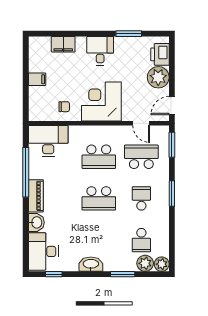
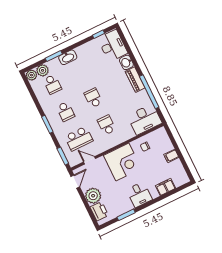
school desk: (99, 157) -> (107, 125), width x0.54
school desk: (99, 198) -> (93, 98), width x0.54
school desk: (141, 240) -> (52, 84), turned 180
washbasin: (91, 264) -> (68, 57), moved

